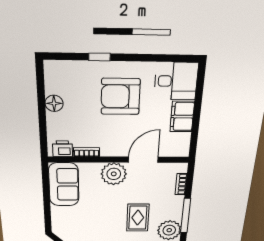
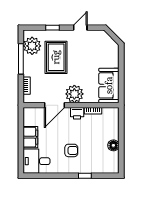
armchair: (121, 97) -> (71, 150), width x0.53, depth x0.53
printer: (63, 149) -> (77, 113), moved
rug: (138, 218) -> (56, 57), width x1.36, depth x1.43

